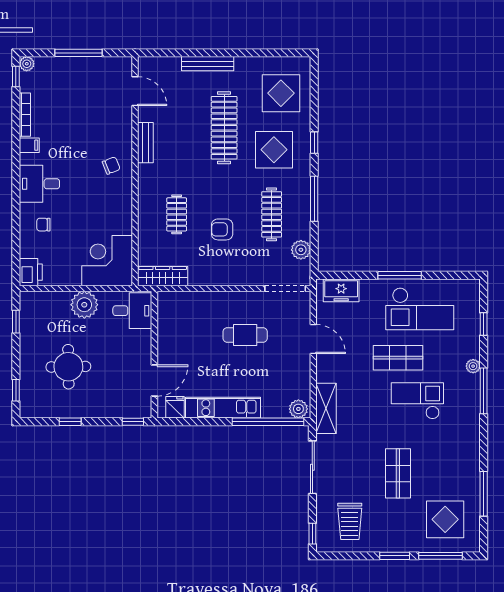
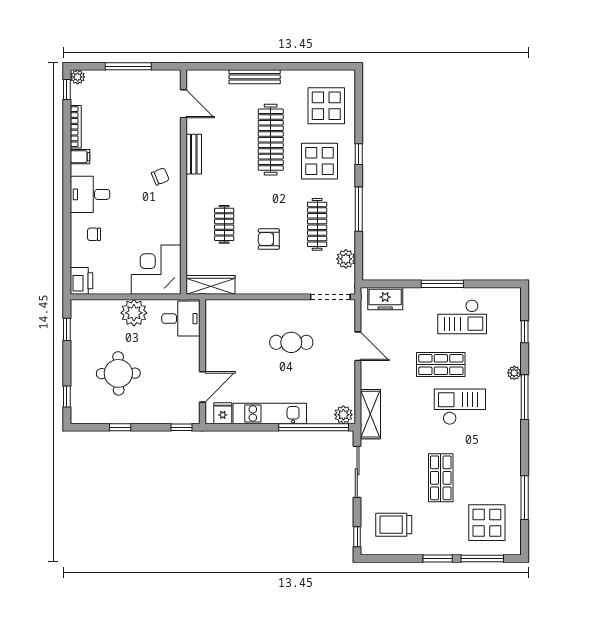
checkout: (420, 309) -> (462, 317), width x0.73, depth x0.83
trolley: (350, 521) -> (394, 525), turned 90

